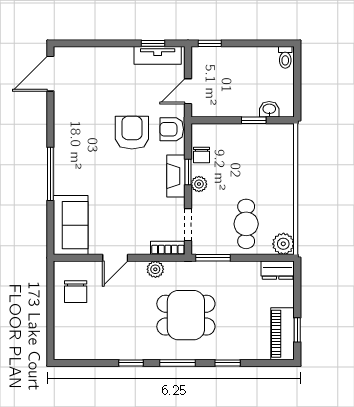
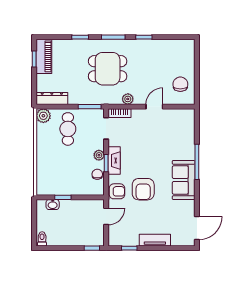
tv unit: (158, 55) -> (155, 240), moved
sofa: (71, 225) -> (184, 180), moved
dresser: (278, 270) -> (52, 98), width x1.44

